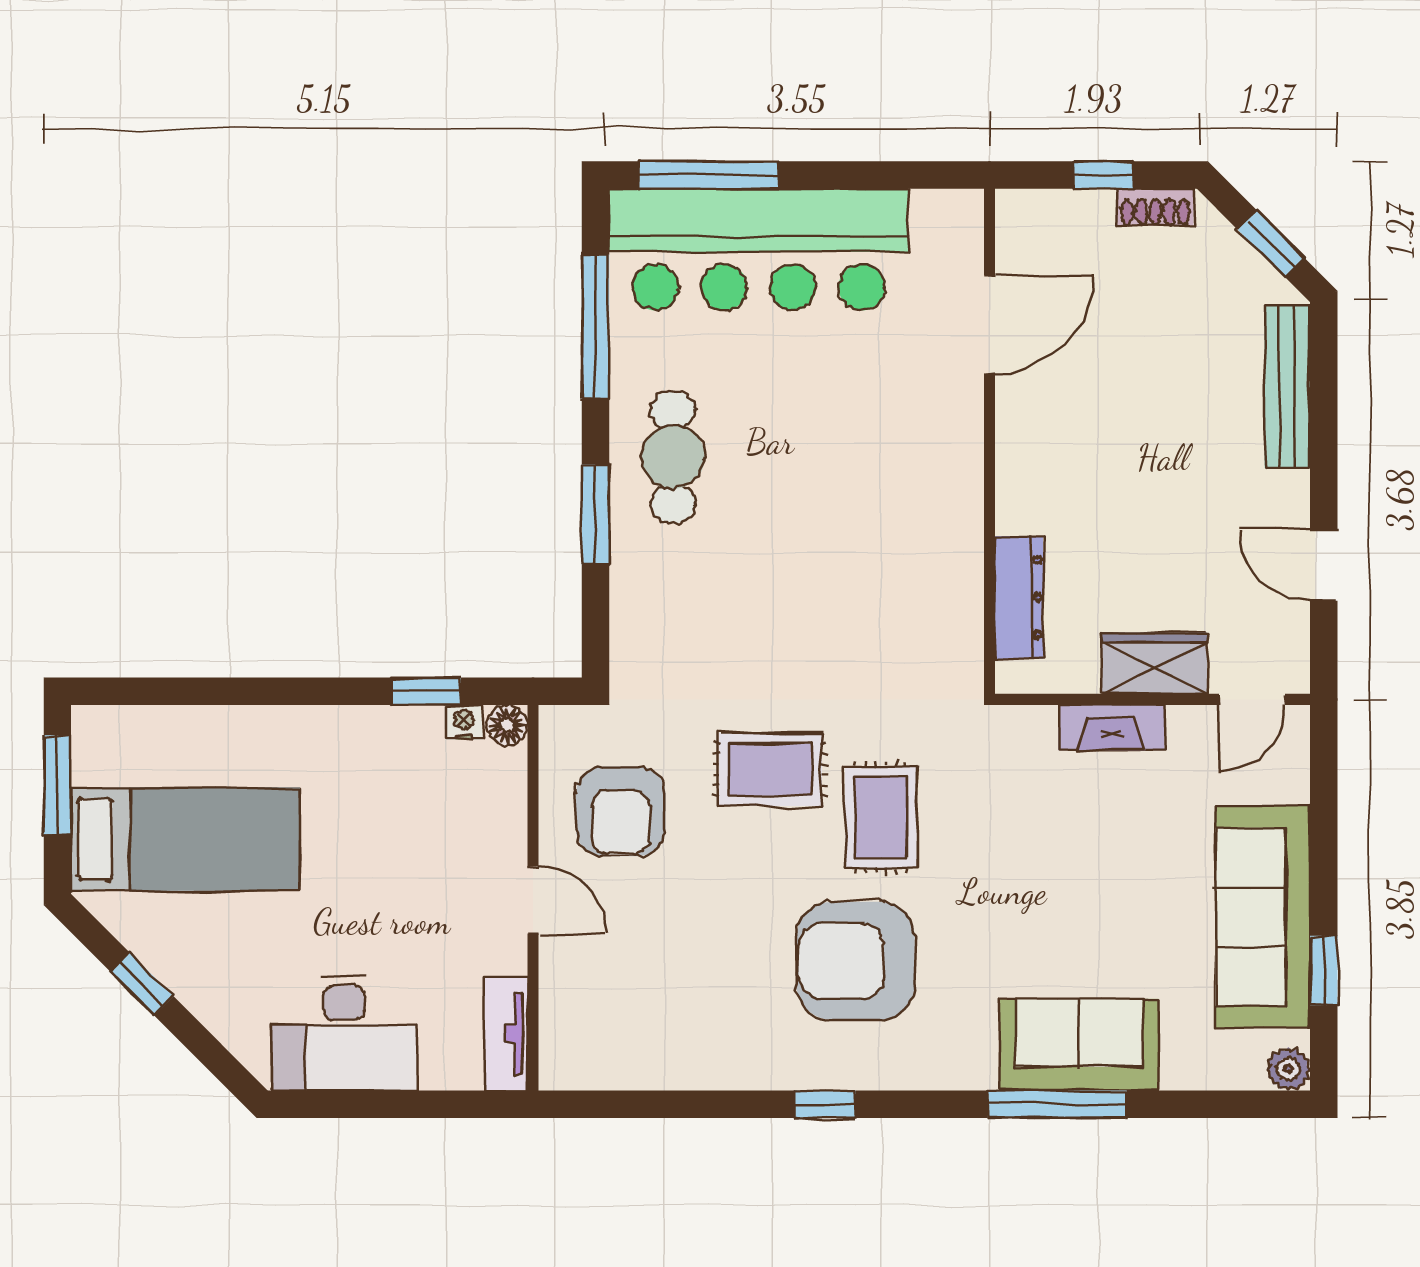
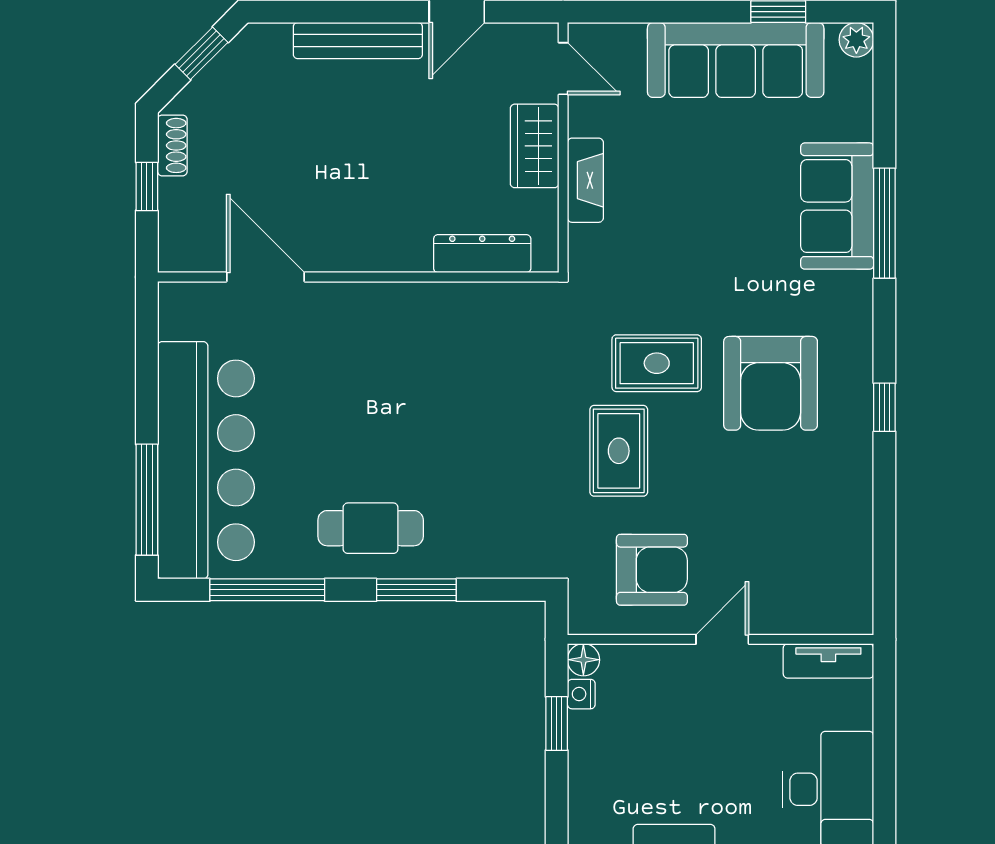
bench: (1287, 387) -> (358, 41), moved

